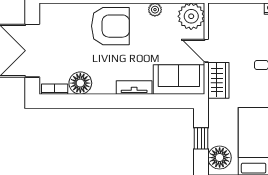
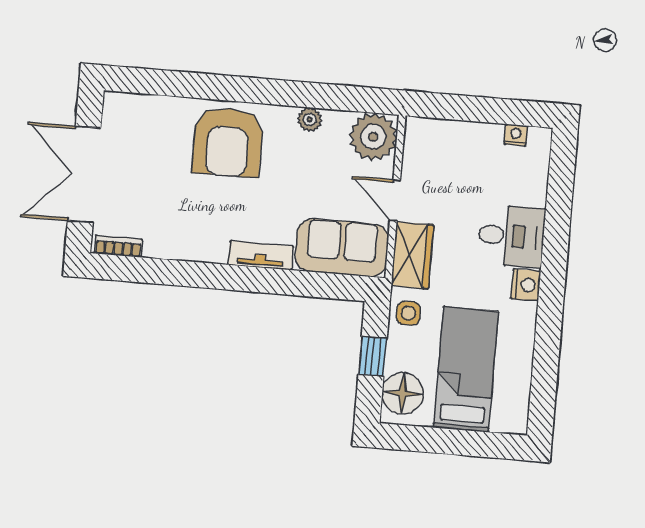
armchair: (110, 26) -> (228, 142), turned 90
floor lamp: (80, 83) -> (165, 239), removed
side table: (219, 113) -> (408, 313), added

